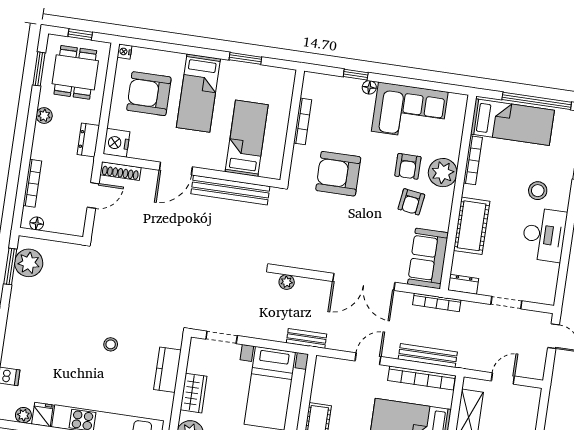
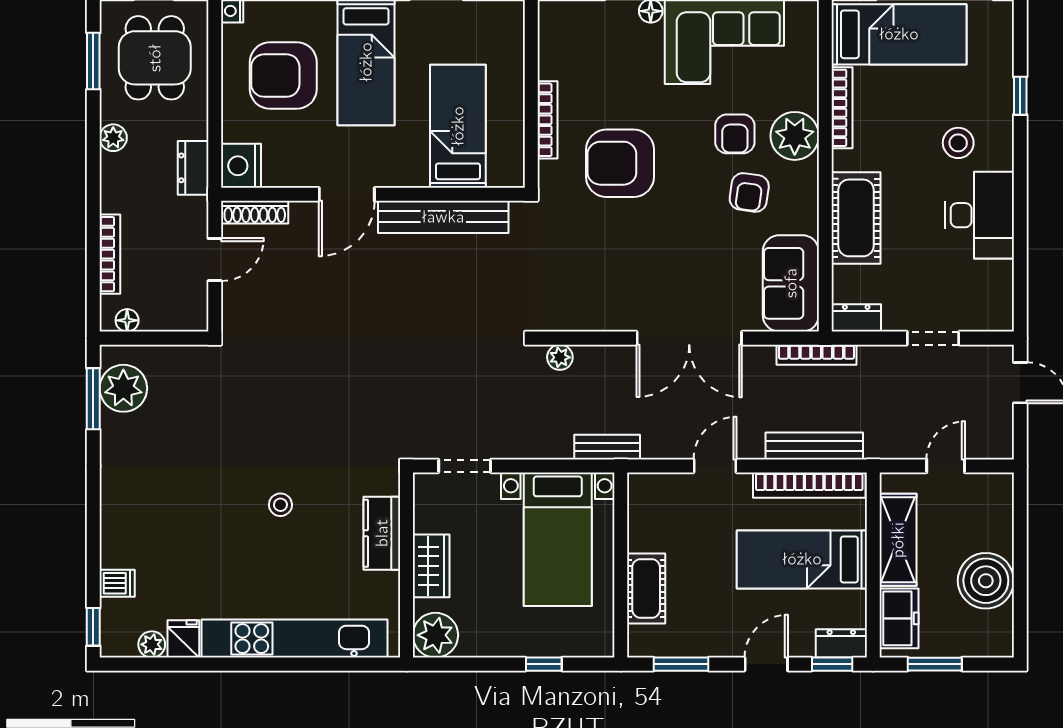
bookcase: (303, 121) -> (547, 120), moved

